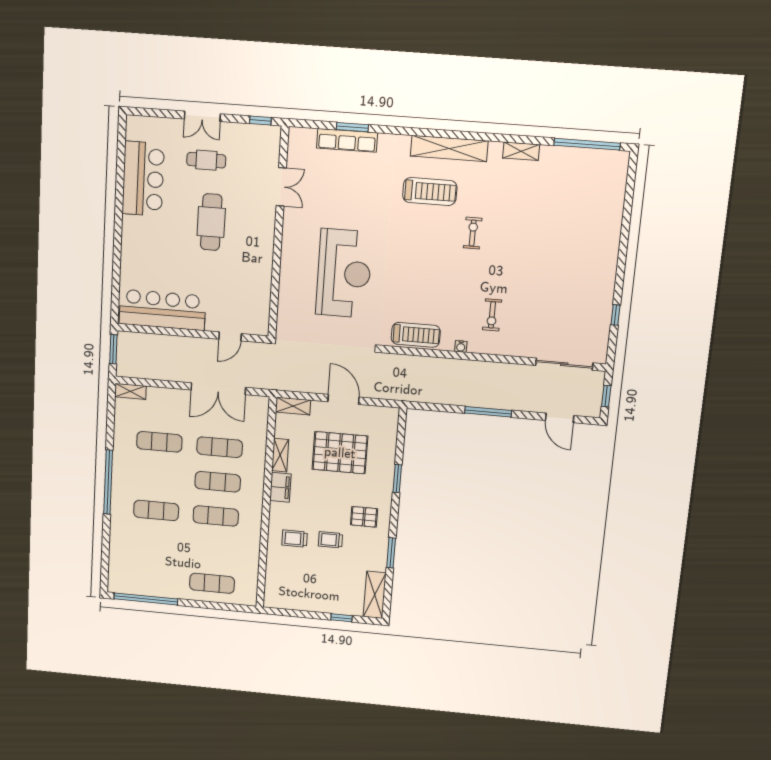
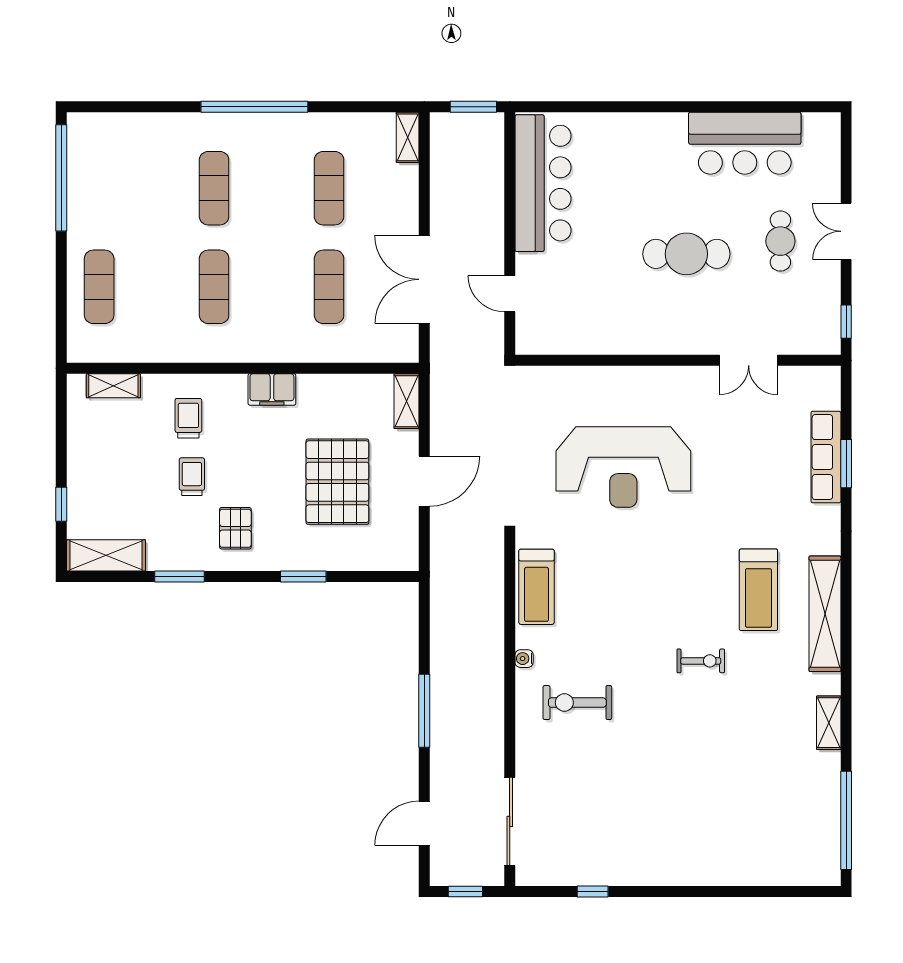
exercise bike: (492, 315) -> (577, 703), width x1.38, depth x1.39
shelving: (280, 455) -> (113, 386), moved
exercise mat: (218, 482) -> (272, 287), removed

